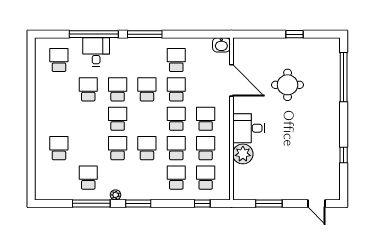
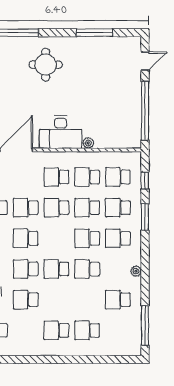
round table: (288, 85) -> (46, 65), moved
school desk: (59, 119) -> (56, 330), added
desk: (249, 128) -> (61, 132), width x1.37
plant: (243, 154) -> (88, 143), width x0.53, depth x0.53
window: (344, 155) -> (94, 33), width x2.17
school desk: (147, 178) -> (118, 238), added
window: (91, 203) -> (145, 326), moved
window: (138, 203) -> (145, 217), moved
window: (269, 203) -> (145, 111), width x2.11

